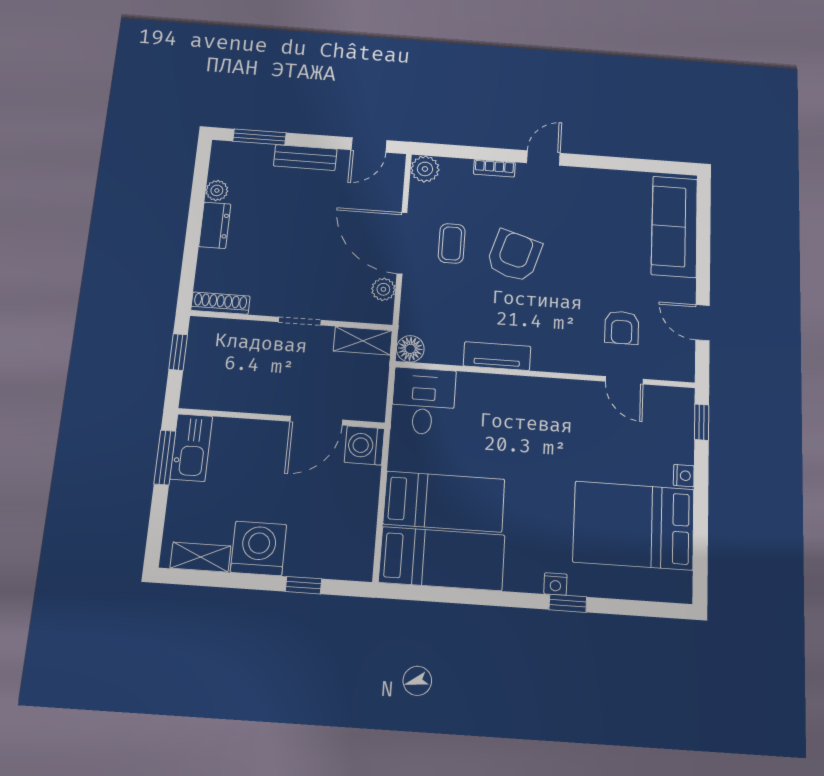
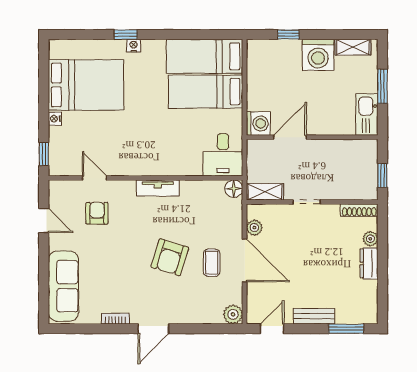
door: (544, 158) -> (153, 329), width x1.38
bookcase: (494, 168) -> (115, 319), moved
plant: (217, 190) -> (370, 239), moved
tv unit: (497, 356) -> (158, 188), moved
window: (165, 457) -> (382, 86), moved

